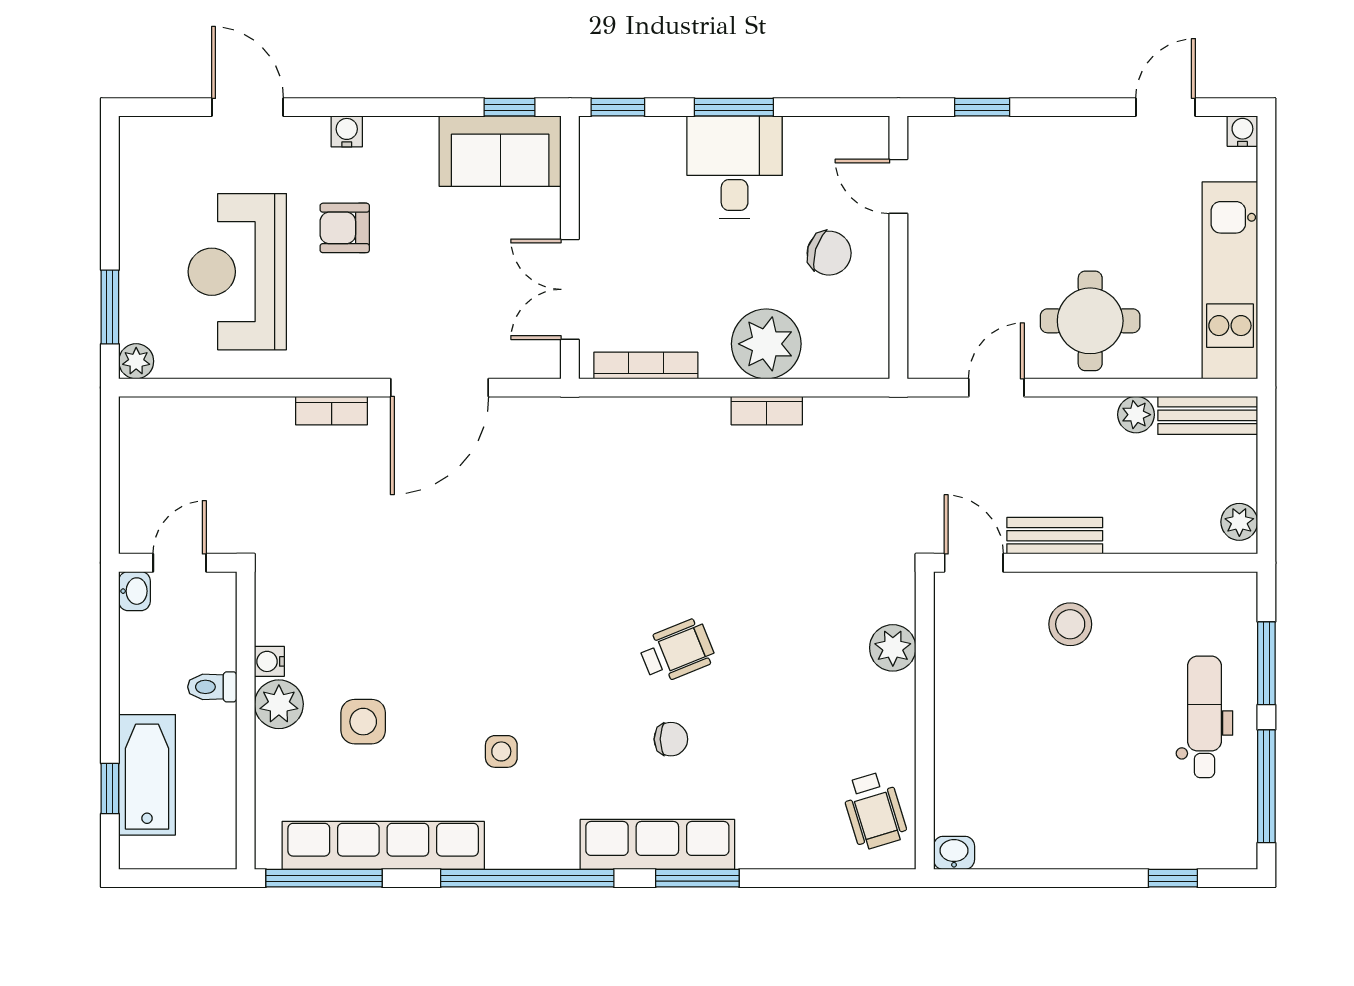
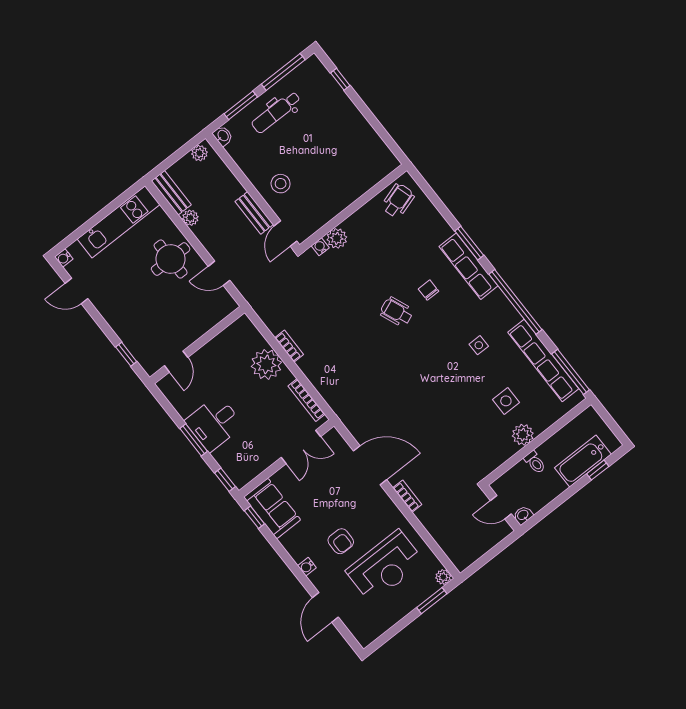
chair: (829, 253) -> (218, 367), removed
water cooler: (269, 661) -> (320, 247), moved, turned 180
washbasin: (954, 853) -> (223, 136), moved, turned 180

